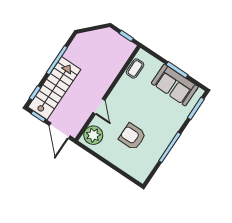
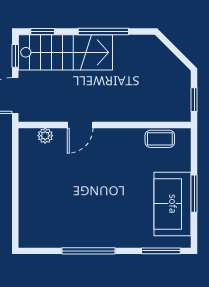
plant: (93, 135) -> (45, 136), width x0.53, depth x0.53
armchair: (132, 137) -> (70, 194), removed

